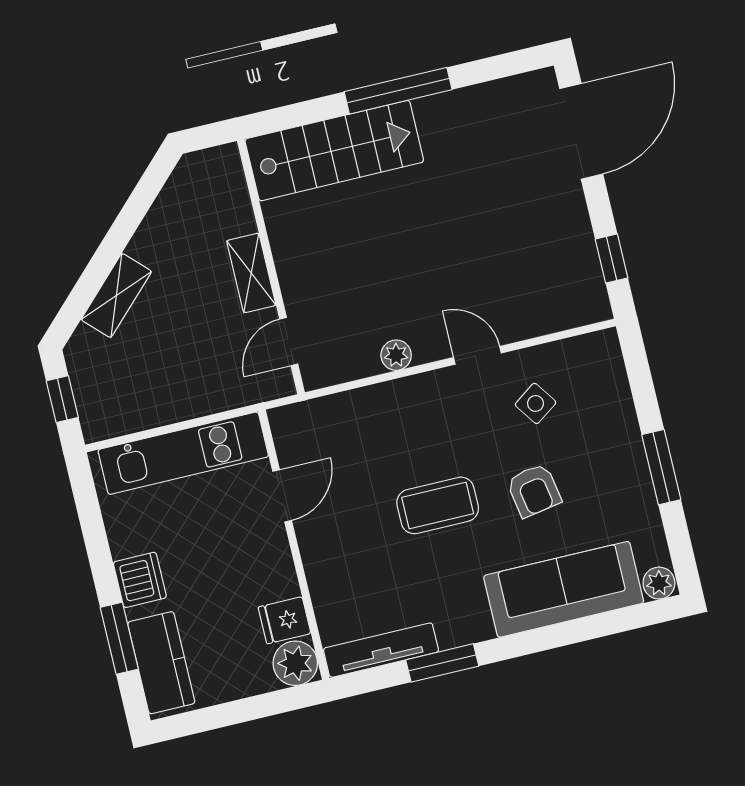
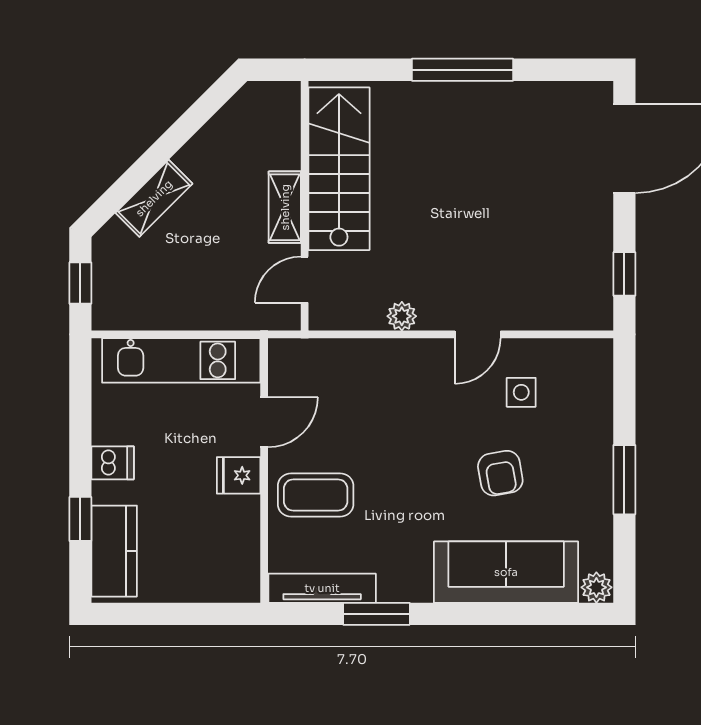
stairs: (334, 151) -> (339, 169), moved, turned -90
door: (477, 355) -> (478, 334), swing flipped
side table: (536, 403) -> (521, 392), turned 35
coffee table: (438, 505) -> (316, 495), moved
dishwasher: (140, 580) -> (113, 463), width x0.73
fridge: (284, 620) -> (239, 475), moved
window: (119, 638) -> (80, 519), width x0.67
plant: (295, 663) -> (239, 581), removed

